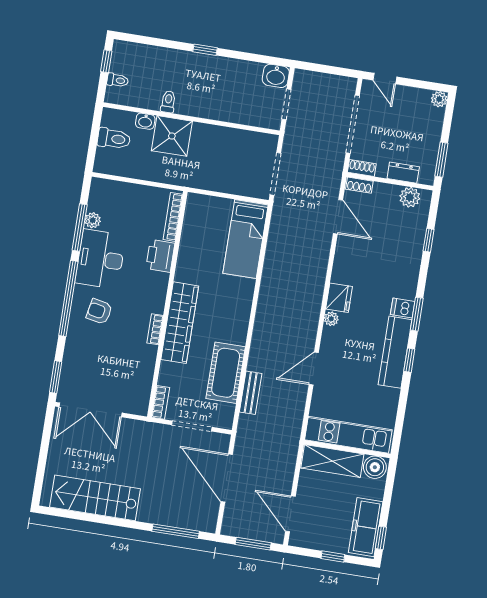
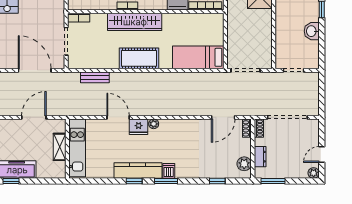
washbasin: (276, 76) -> (312, 31), moved
door: (385, 79) -> (322, 155), moved
fridge: (339, 298) -> (139, 127), moved
cot: (226, 373) -> (139, 58), moved
shelving: (332, 461) -> (60, 147), width x0.67, depth x0.75
boiler: (375, 467) -> (58, 169), removed
door: (227, 478) -> (35, 70), hinge flipped
door: (290, 514) -> (34, 117), moved

